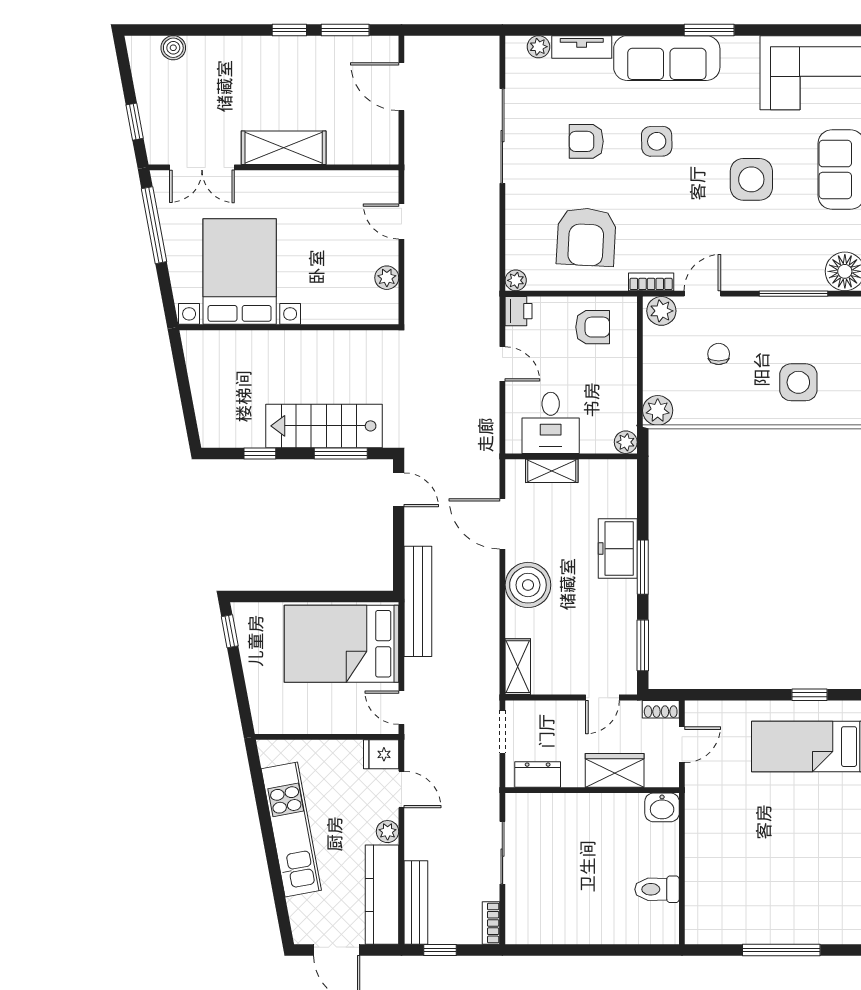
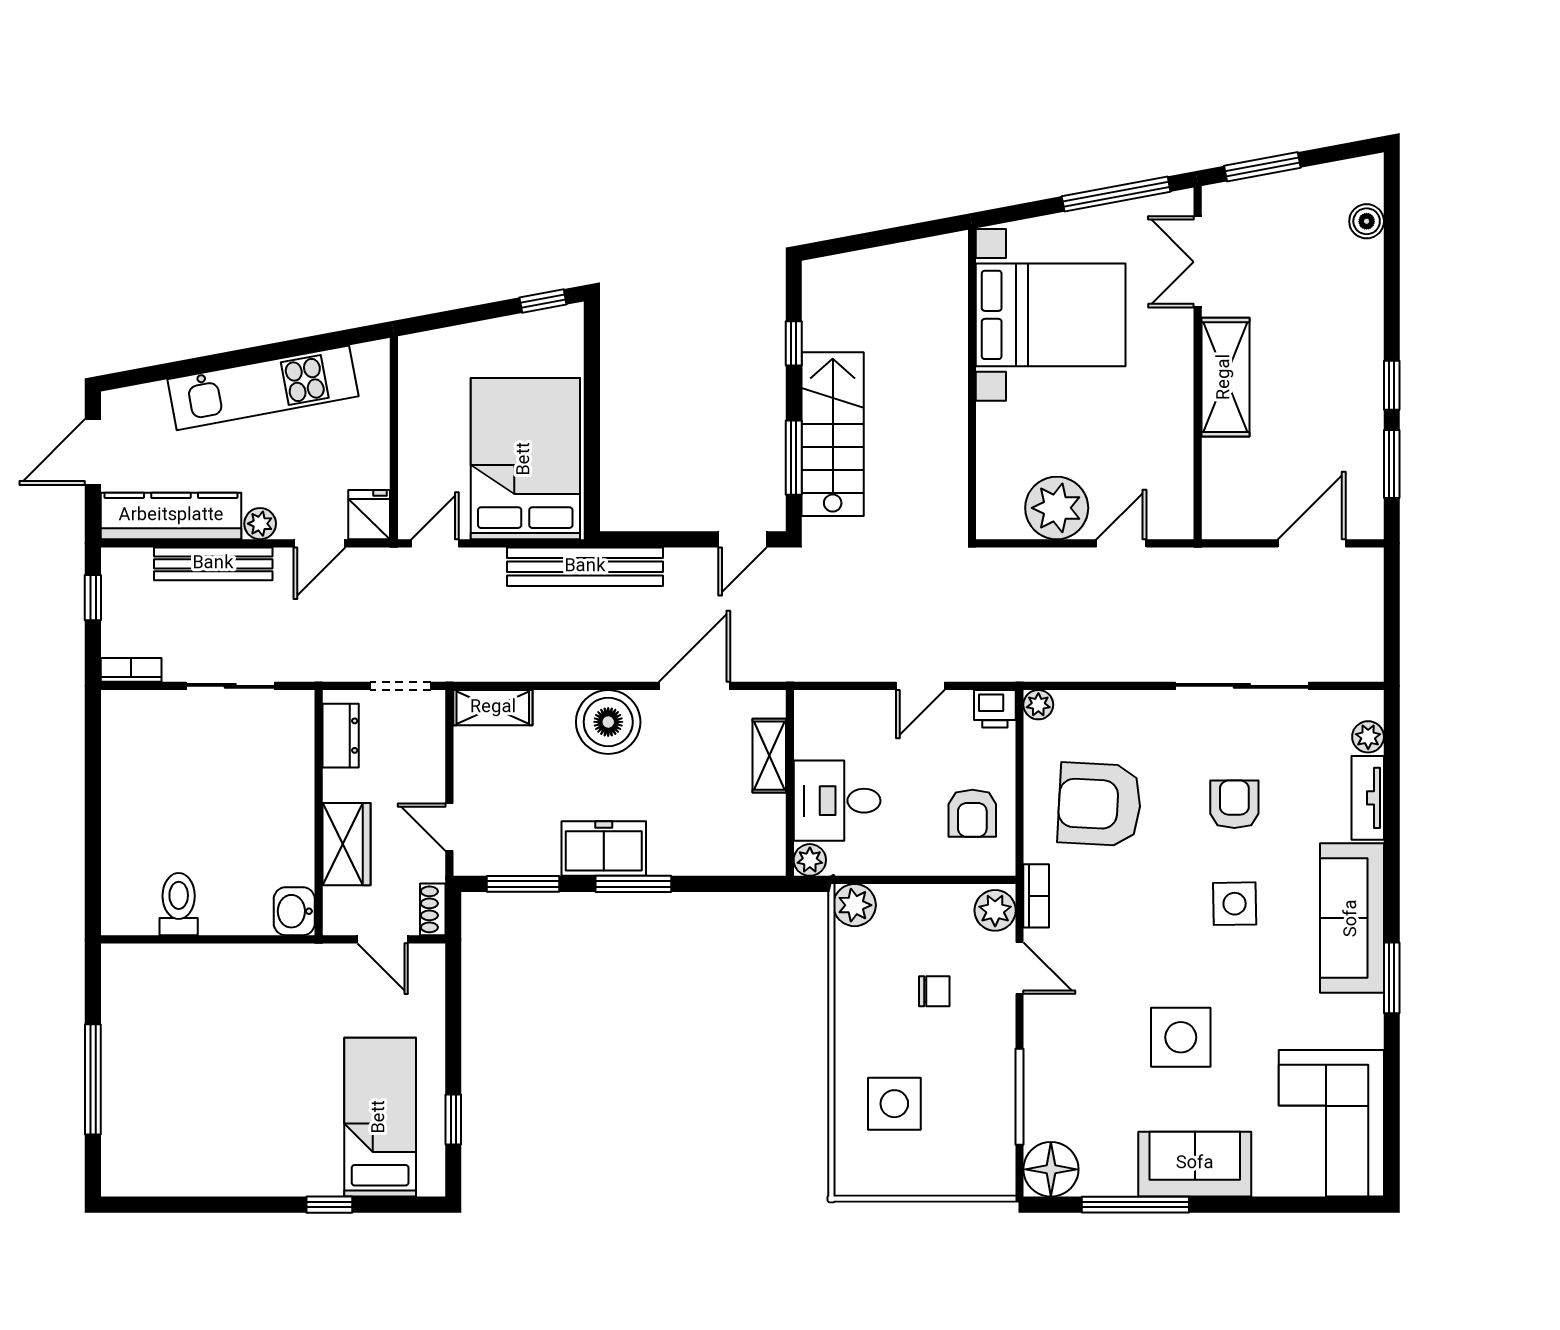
window: (135, 122) -> (1262, 167), width x1.50
plant: (387, 278) -> (1057, 508), width x1.87, depth x1.87
desk: (551, 423) -> (837, 801), moved
freezer: (618, 549) -> (604, 849), moved
bench: (416, 903) -> (213, 564), moved

